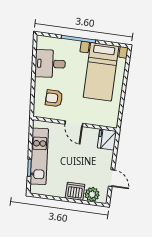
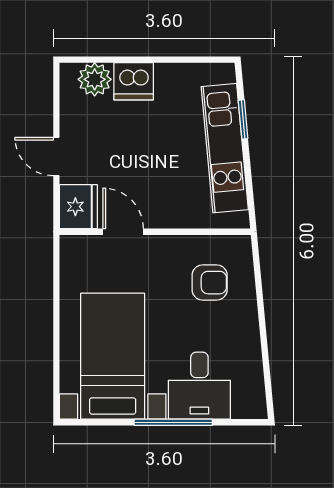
desk: (50, 64) -> (199, 386), moved, turned 95
door: (74, 124) -> (123, 232), moved
door: (111, 178) -> (56, 157), moved

